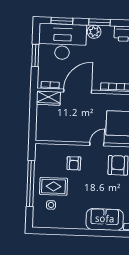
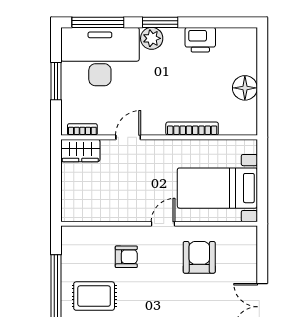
window: (62, 21) -> (98, 22), width x1.44
door: (78, 91) -> (128, 137), width x0.53
armchair: (74, 163) -> (126, 257), turned -90

